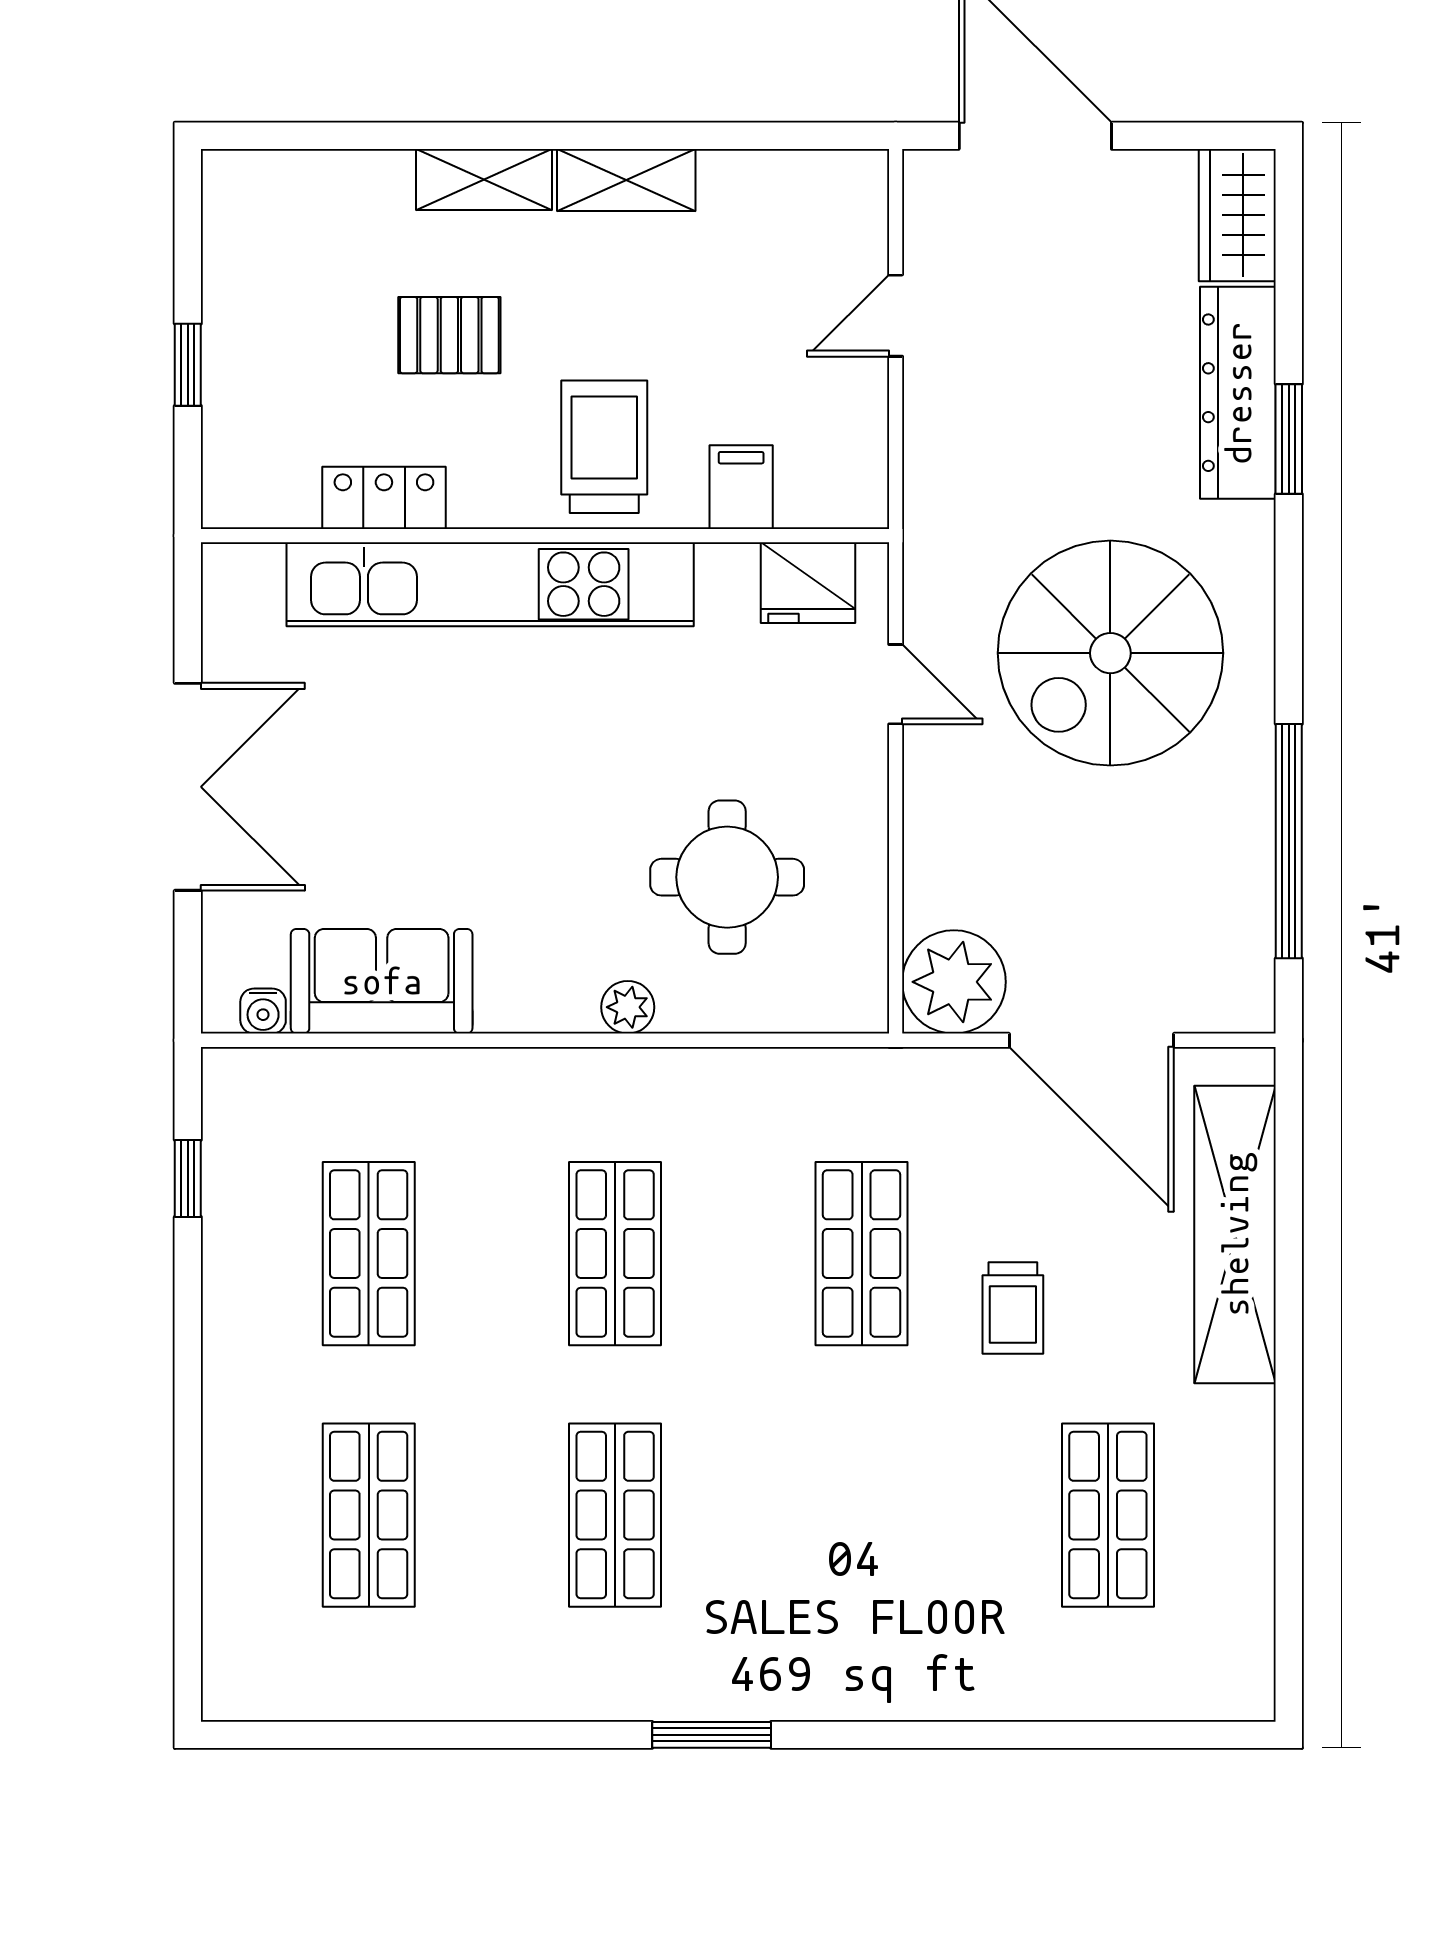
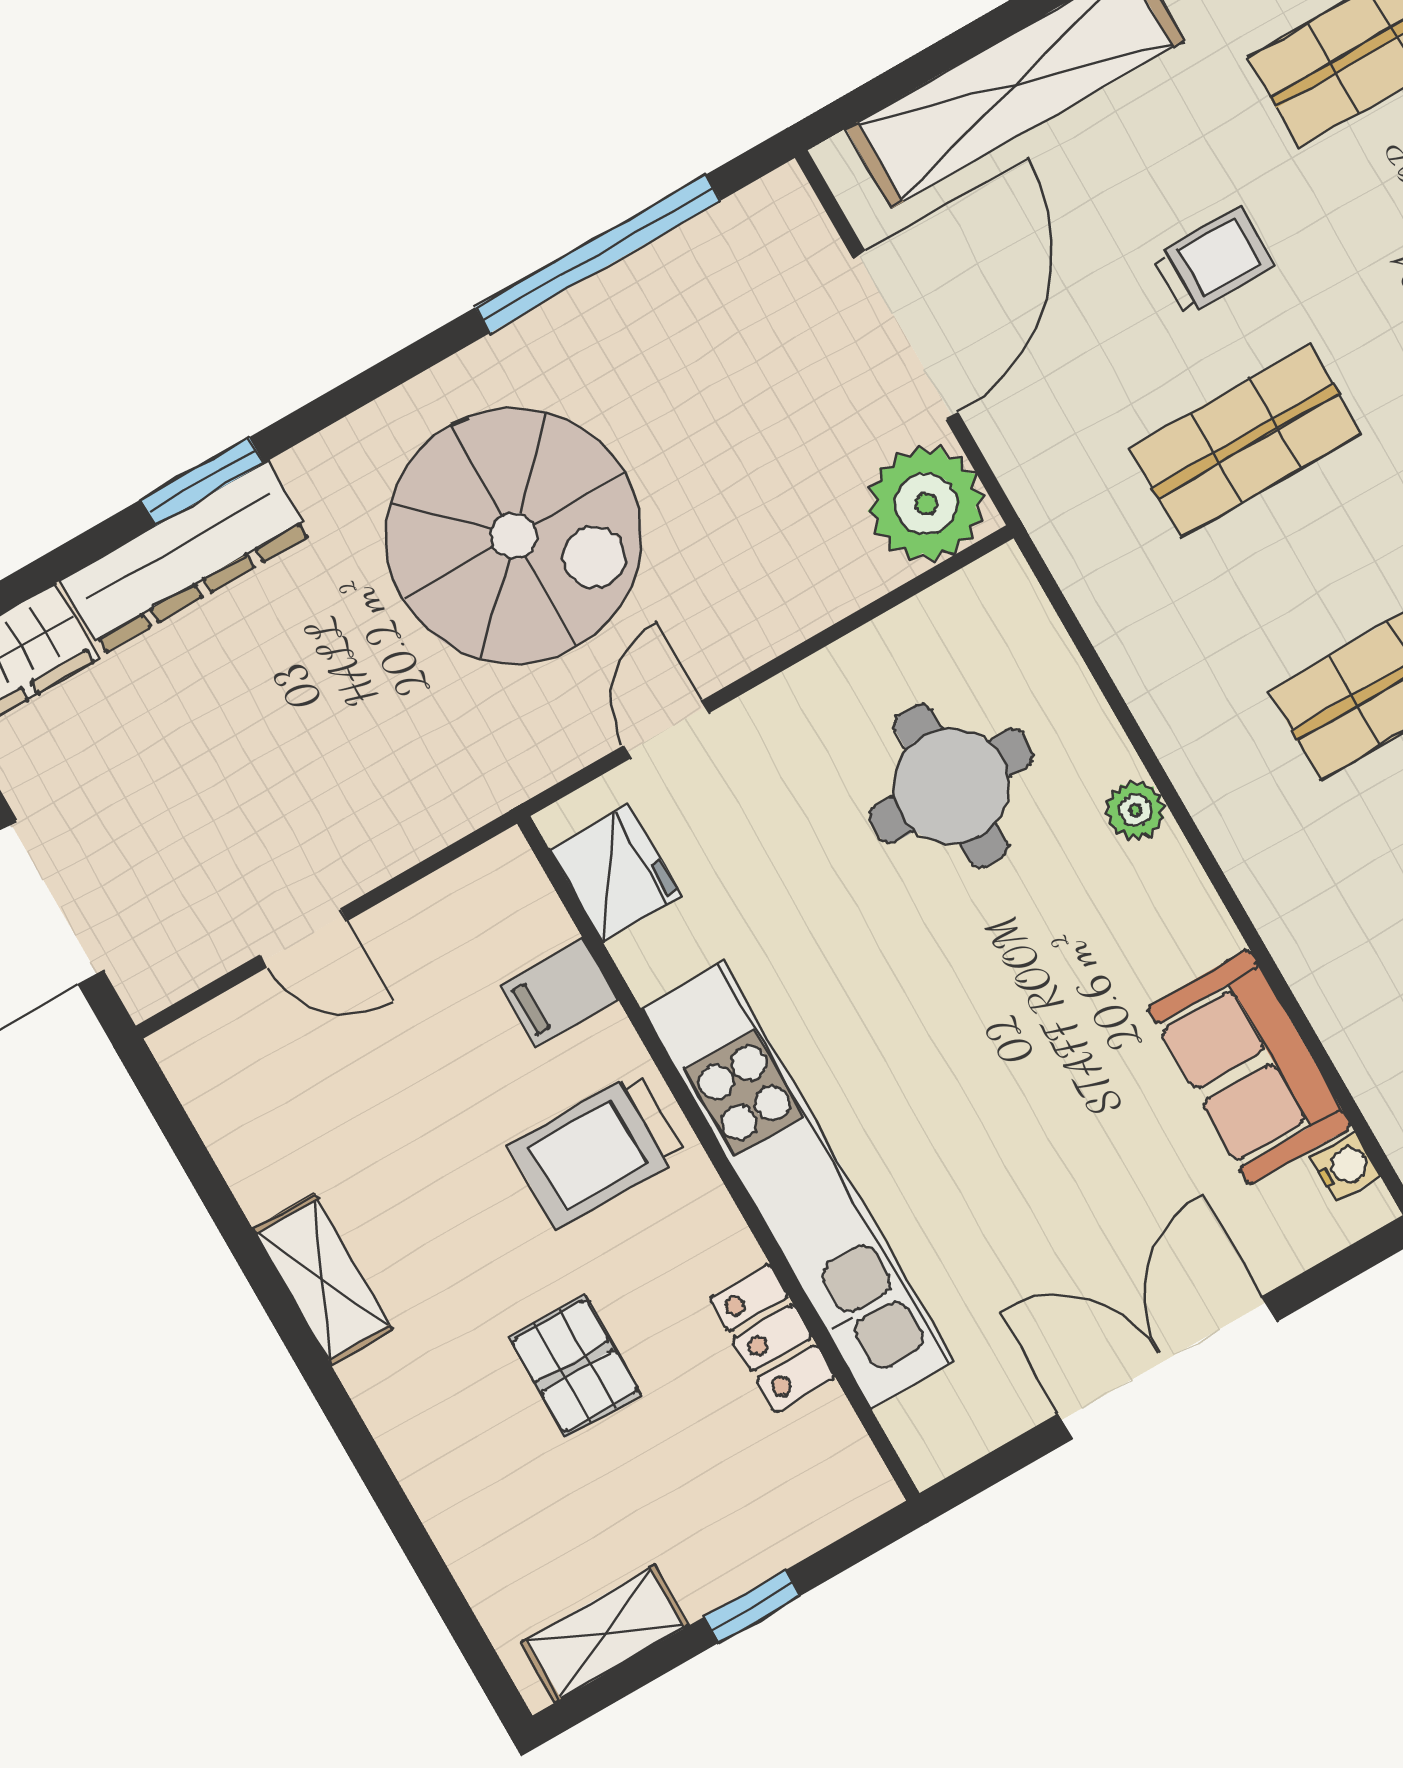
shelving: (484, 180) -> (605, 1634), moved, turned 90

